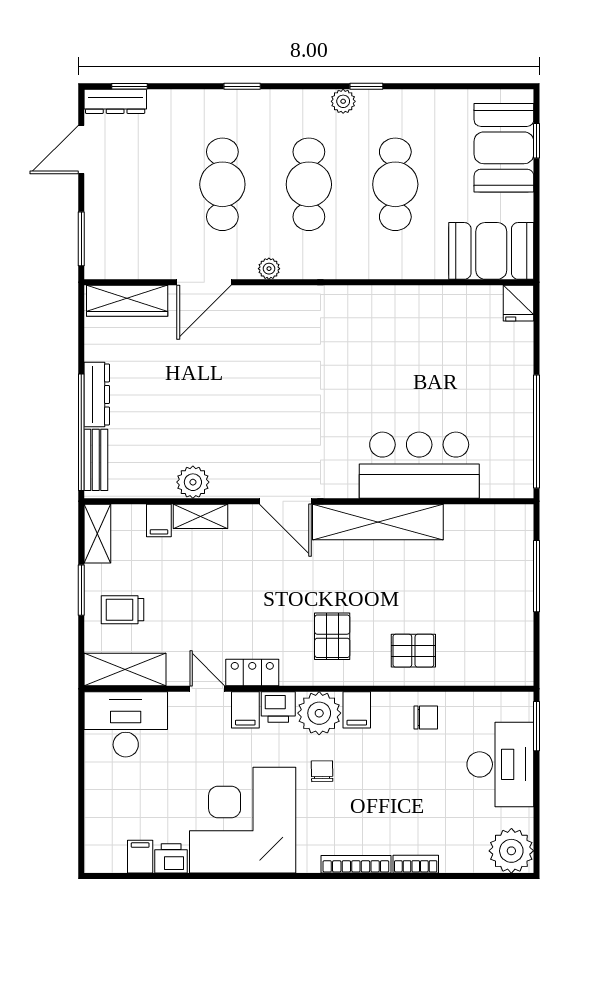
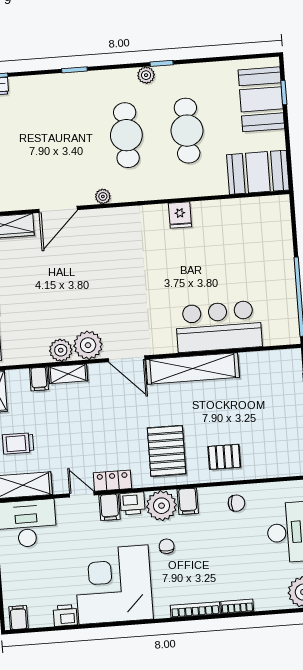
cafe table: (222, 184) -> (66, 140), removed
fridge: (519, 303) -> (180, 215), moved
plant: (232, 478) -> (88, 345), added
pallet: (332, 636) -> (167, 451), width x1.50, depth x1.42
filing cabinet: (140, 857) -> (18, 618), moved

